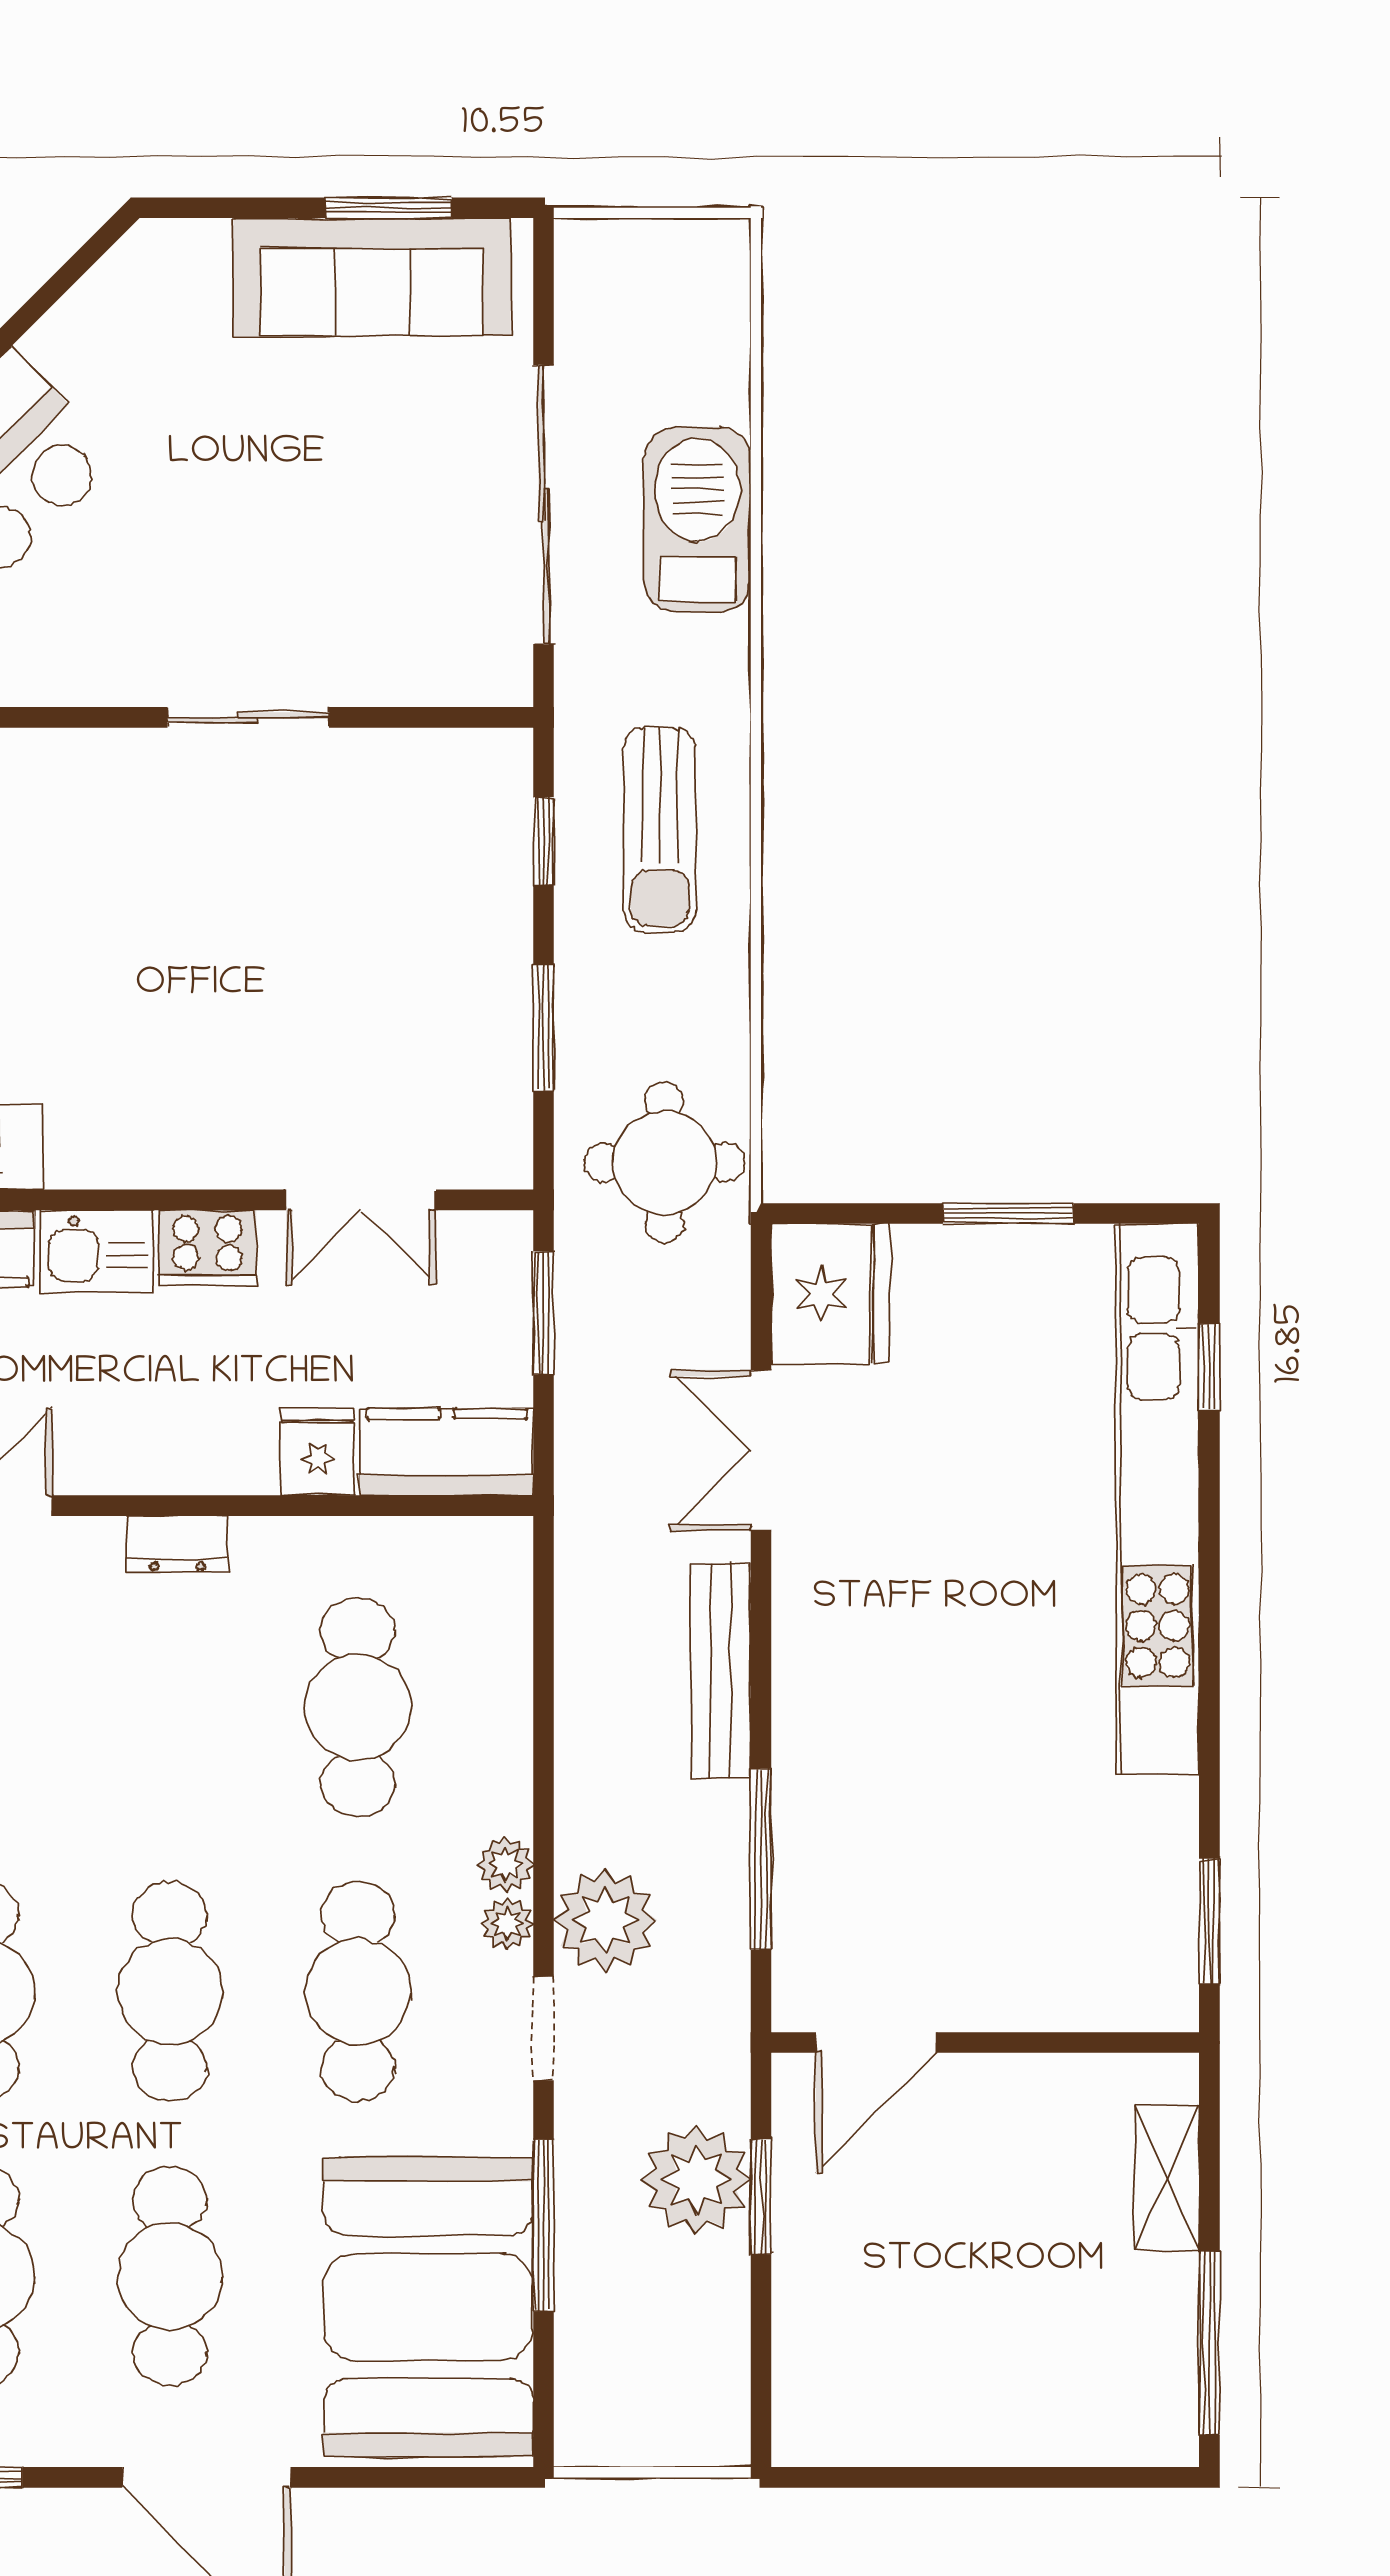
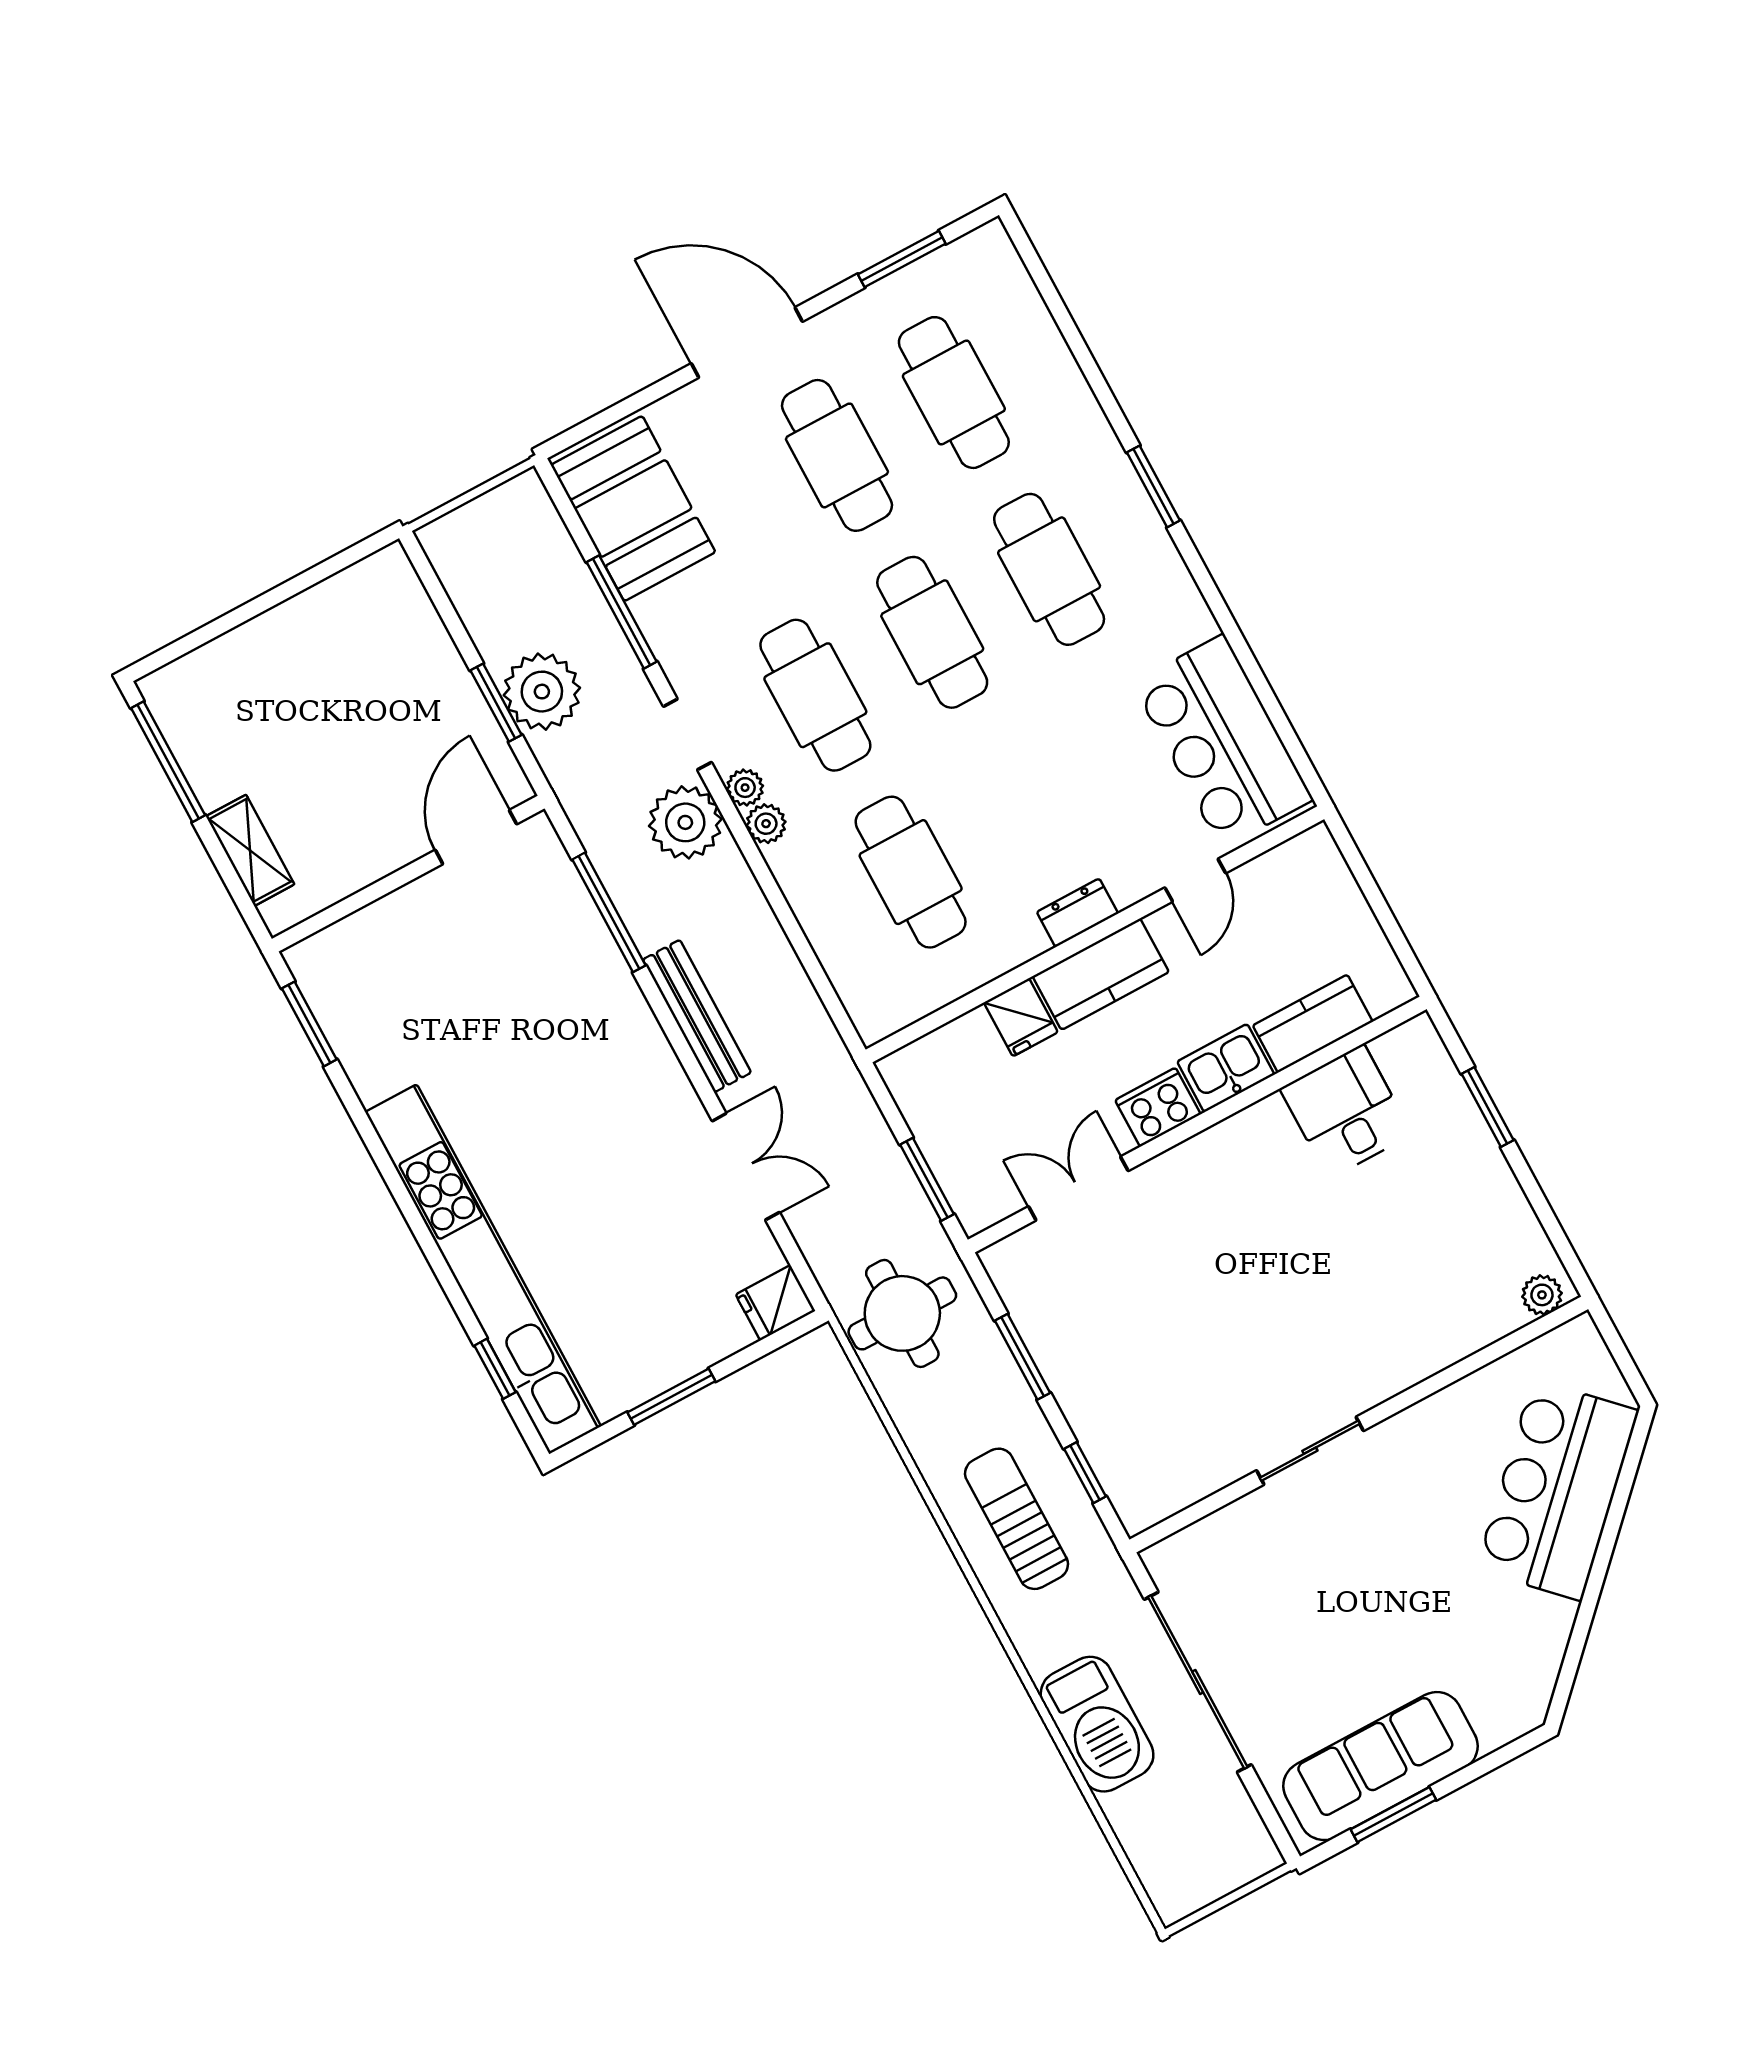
fridge: (830, 1294) -> (775, 1303), width x0.53, depth x0.75
kitchen counter: (447, 1452) -> (1101, 974), moved
booth: (428, 2307) -> (633, 509), width x0.73, depth x0.70

